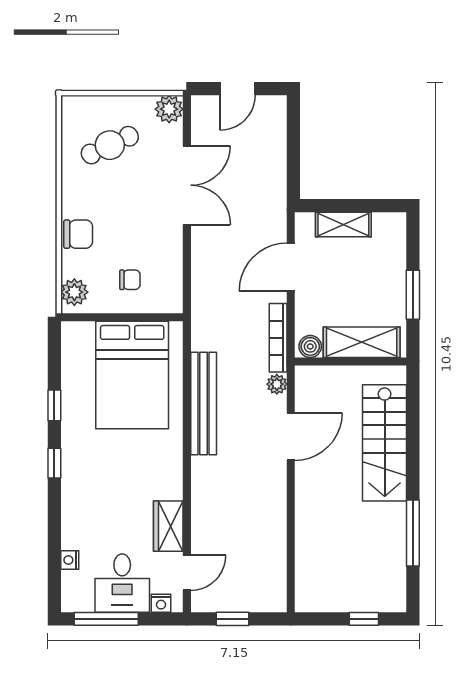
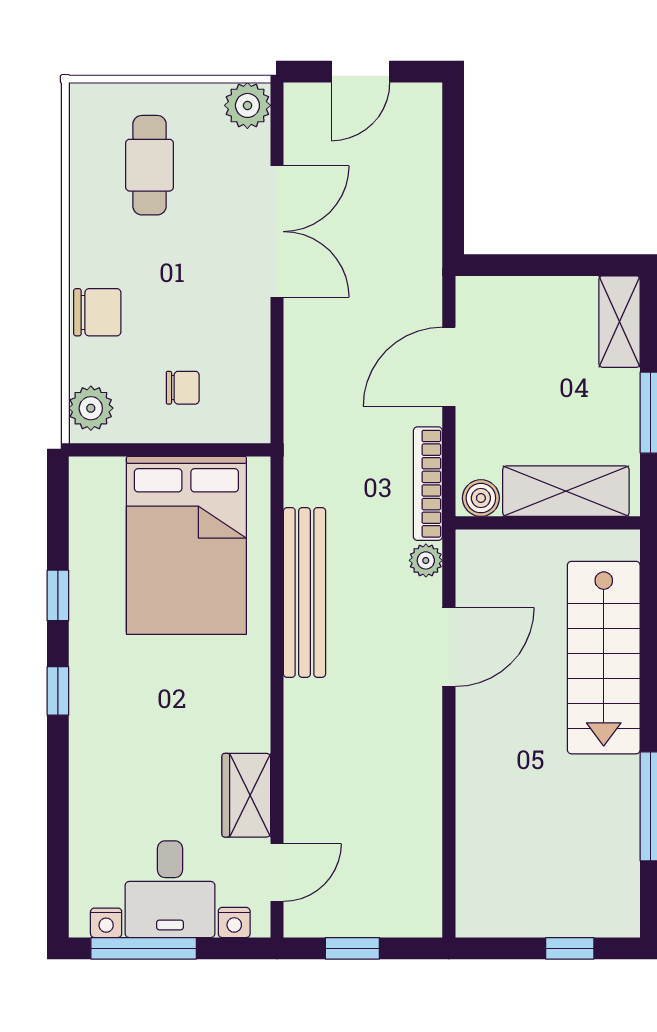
cafe table: (110, 145) -> (150, 165), turned -65
shelving: (343, 224) -> (619, 322), moved, turned 90
nightstand: (70, 560) -> (106, 923), moved, turned -90

